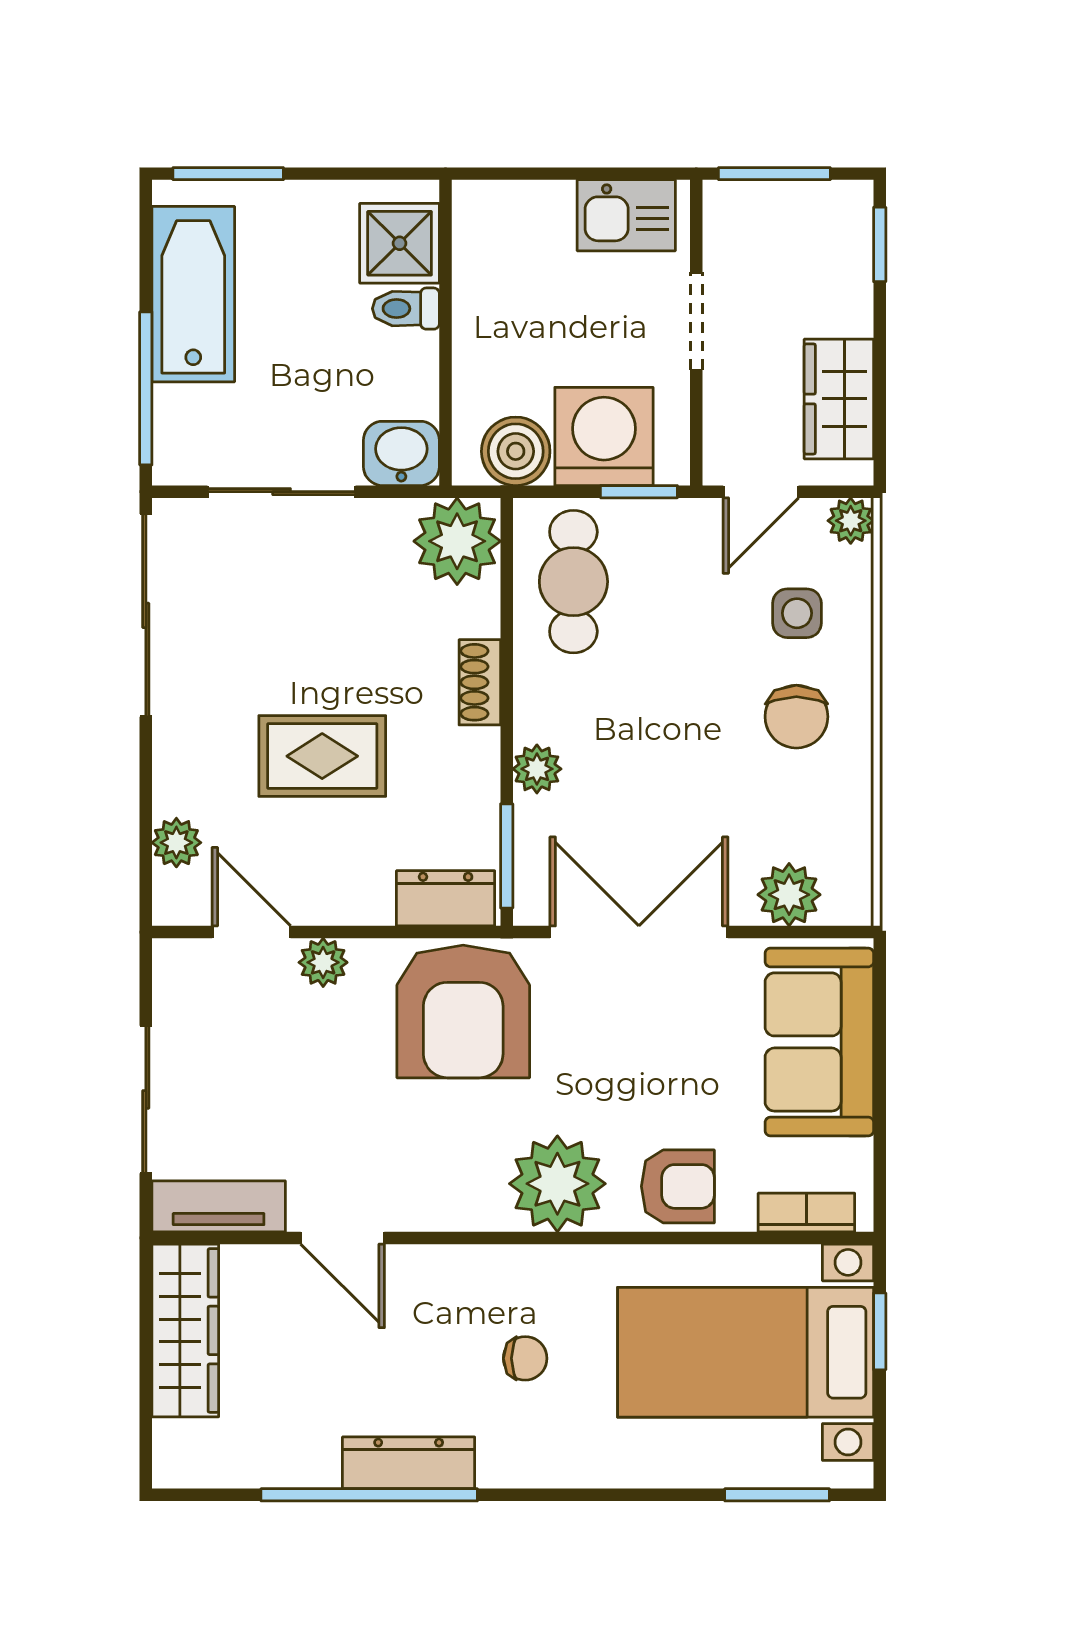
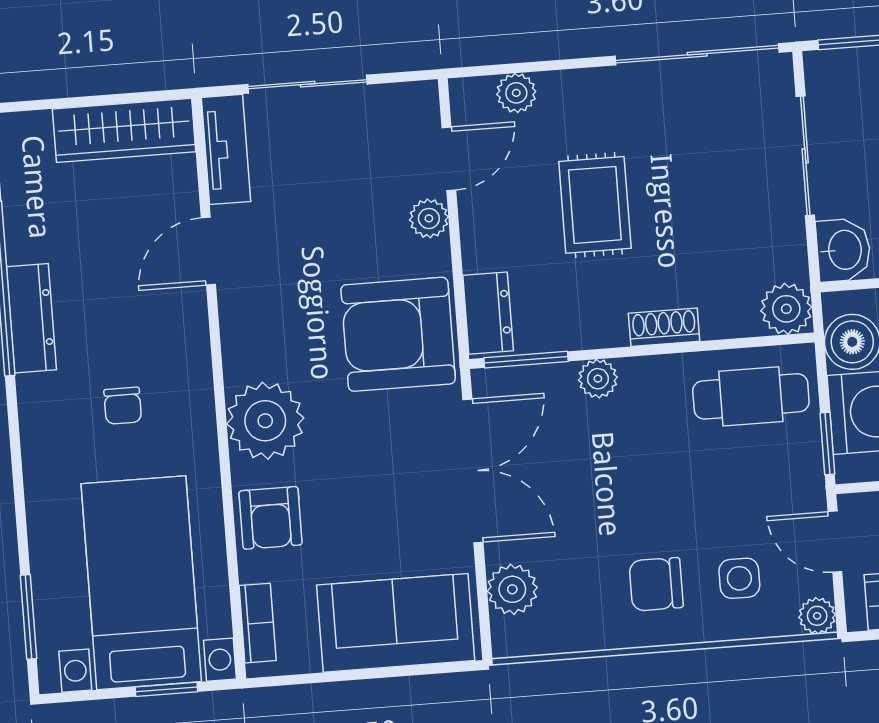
plant: (457, 541) -> (786, 309), width x0.73, depth x0.73

